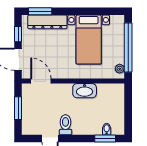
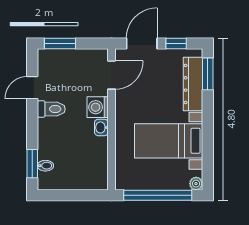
plant: (120, 69) -> (196, 184), moved
washing machine: (64, 91) -> (98, 107), added
washbasin: (85, 91) -> (101, 127), width x0.52, depth x0.69
window: (18, 108) -> (60, 43), moved

